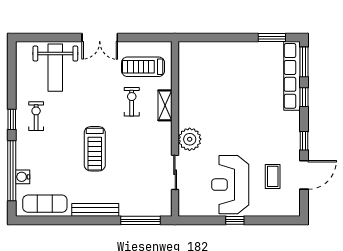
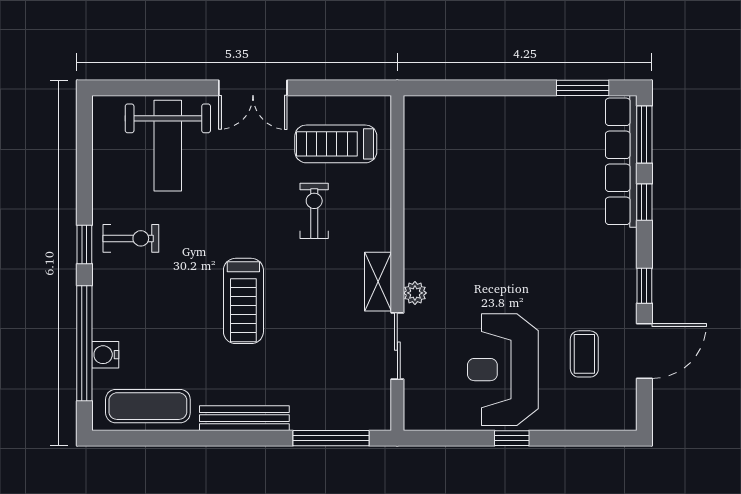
shelving: (165, 105) -> (378, 282), moved
exercise bike: (36, 116) -> (131, 238), turned 90
plant: (190, 139) -> (415, 293), width x0.53, depth x0.53

